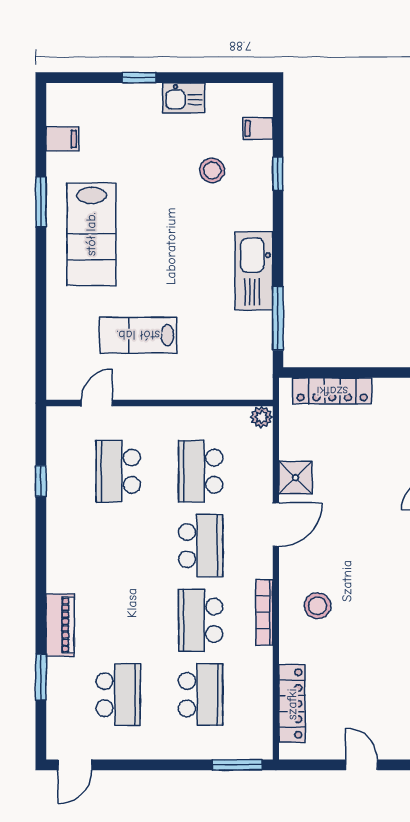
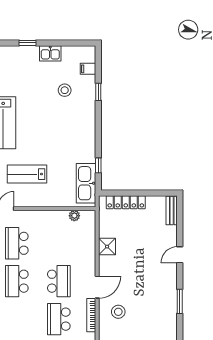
kitchen sink: (254, 271) -> (86, 183), moved
window: (278, 318) -> (98, 165), width x0.46
plant: (261, 417) -> (74, 216), moved
school desk: (201, 471) -> (17, 281), moved
door: (276, 525) -> (97, 287), moved

